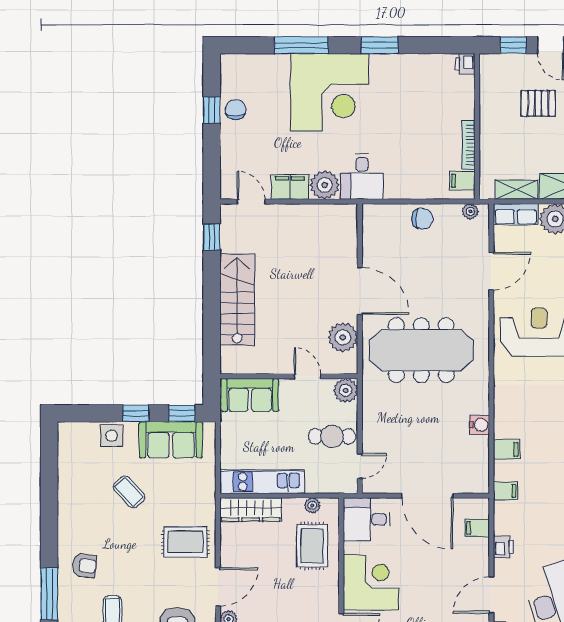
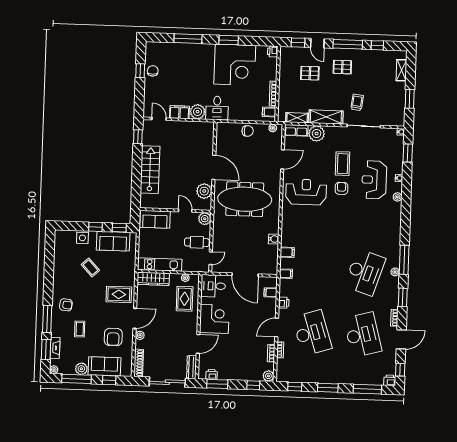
corner desk: (329, 92) -> (235, 65), moved

